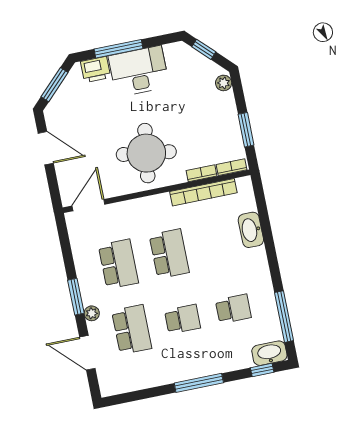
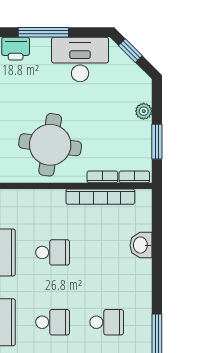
desk: (139, 71) -> (80, 60), moved
plant: (224, 83) -> (144, 111), moved
washbasin: (251, 230) -> (141, 245), width x0.72
school desk: (169, 254) -> (53, 252), width x0.54

